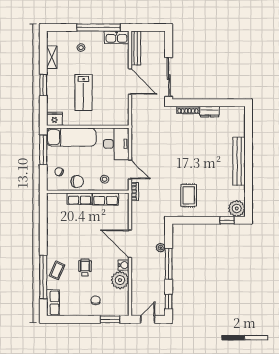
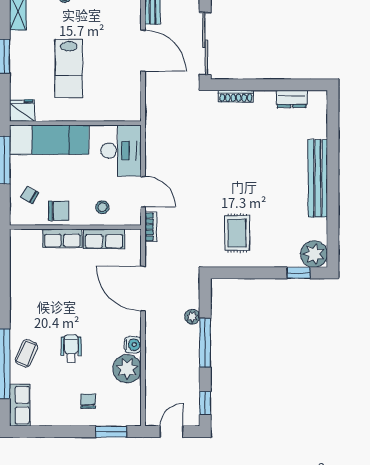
dresser: (210, 112) -> (292, 99), moved
door: (130, 244) -> (143, 289), moved

